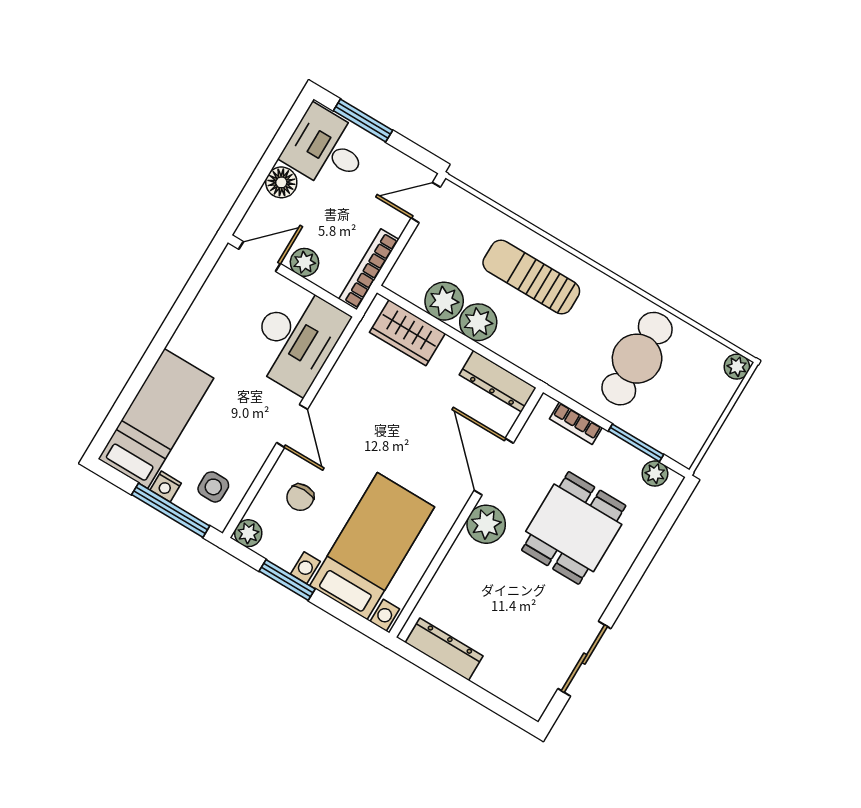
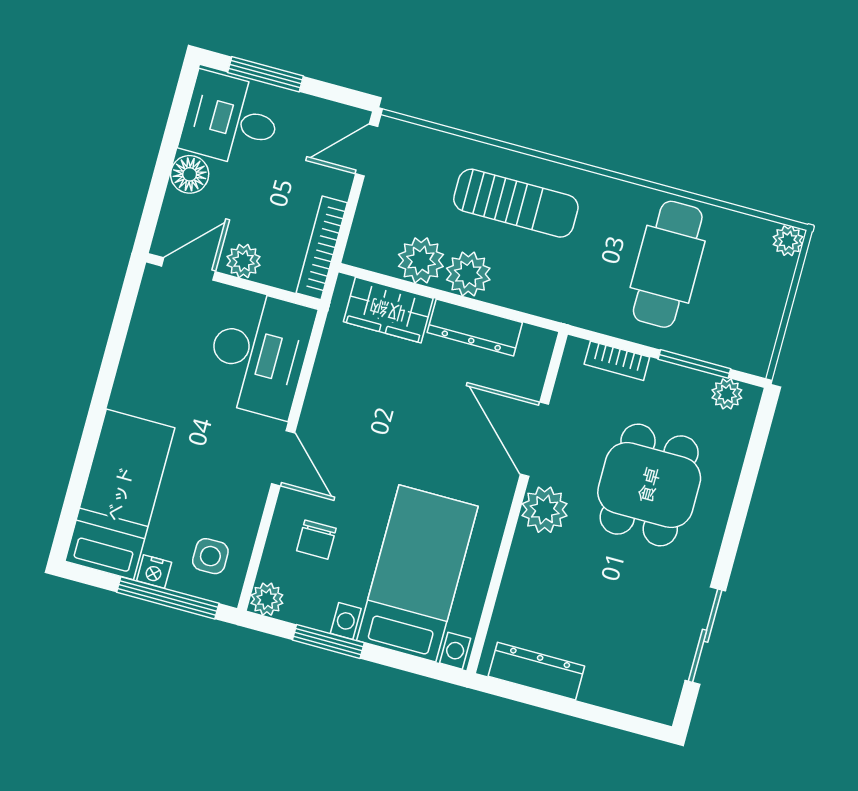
sun lounger: (531, 277) -> (516, 203), turned 180
dresser: (498, 381) -> (475, 327), moved

